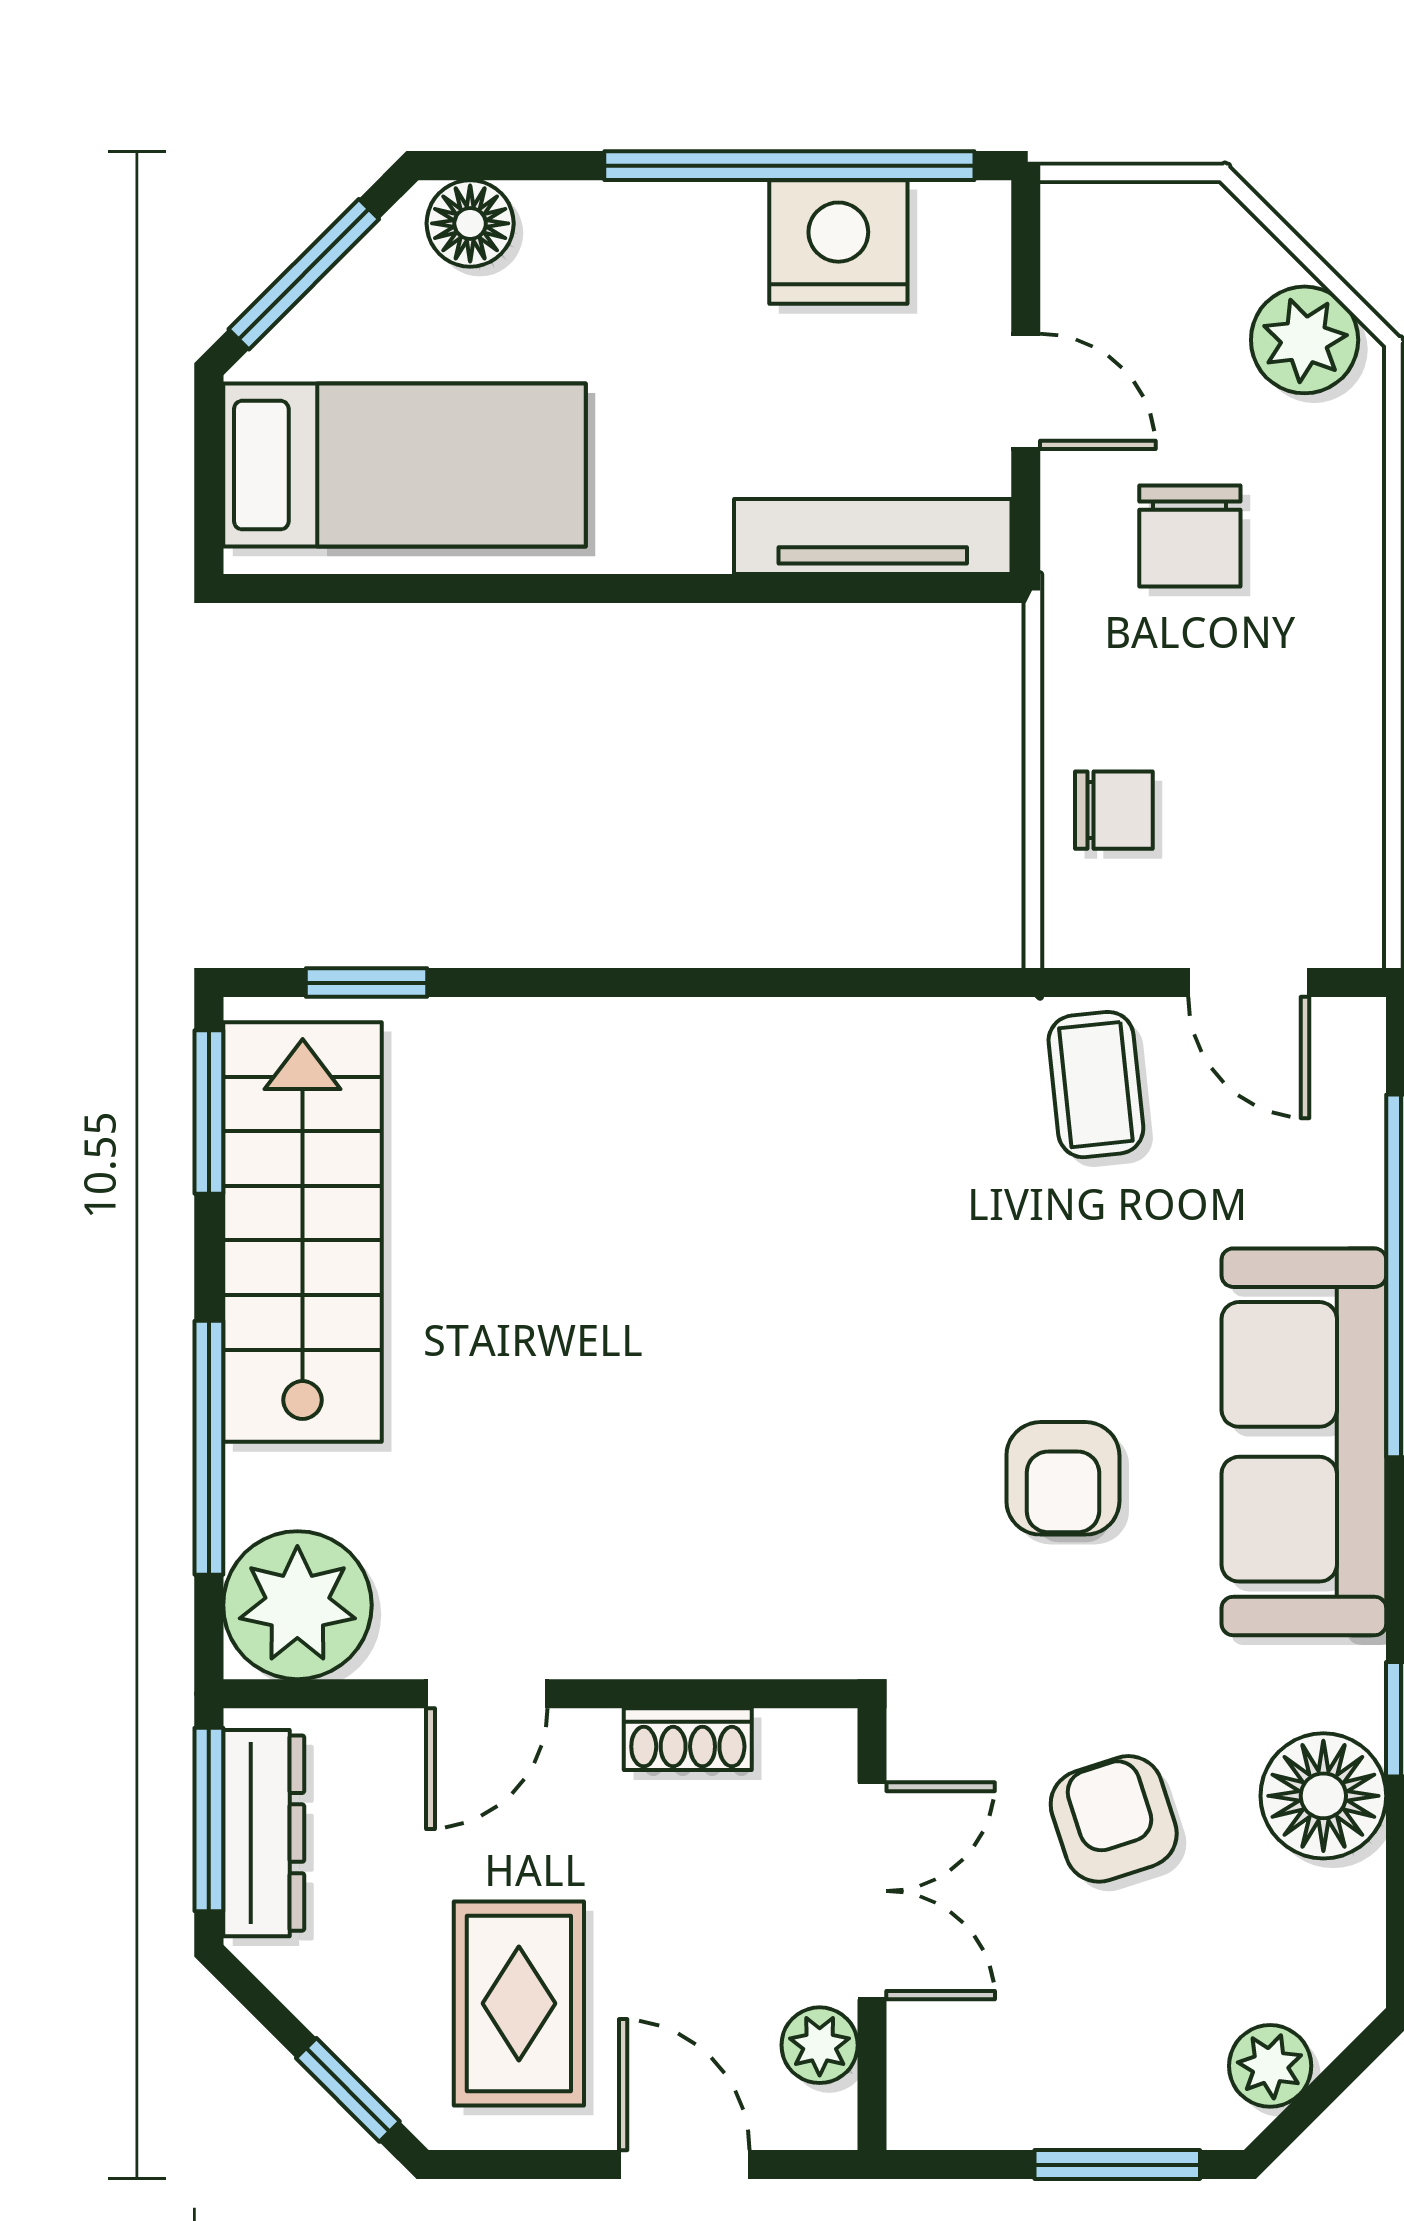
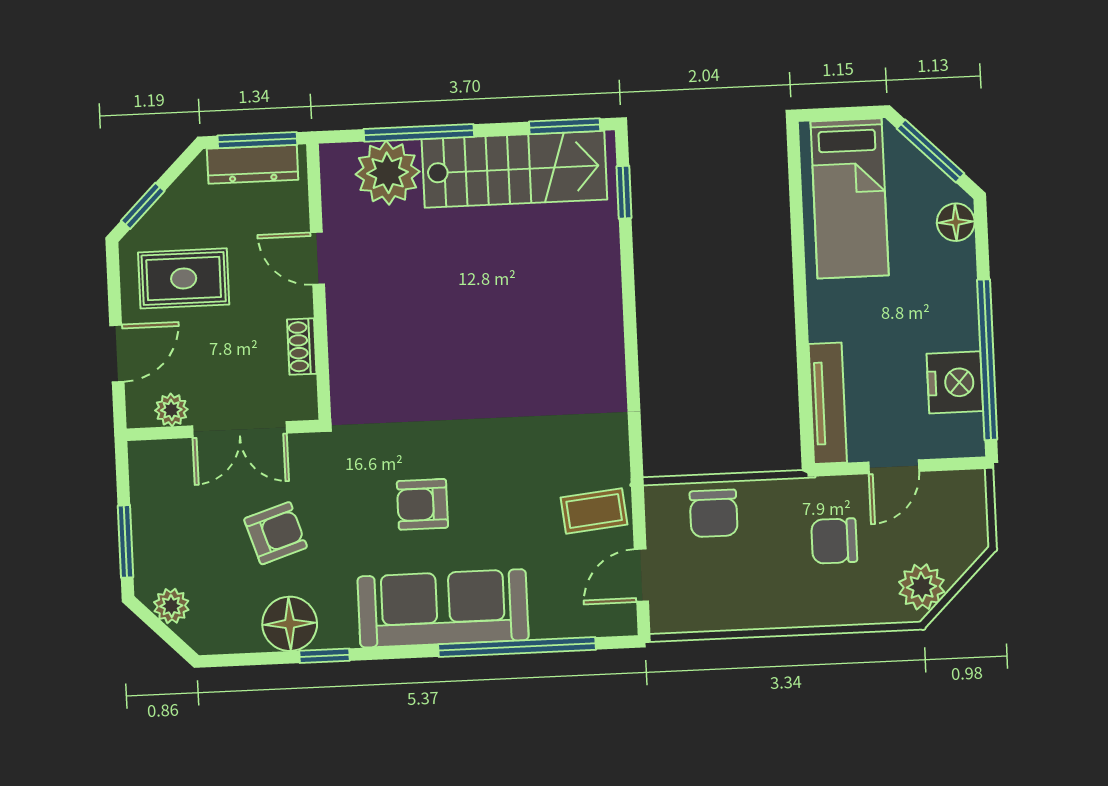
chair: (1114, 810) -> (714, 513), width x1.37, depth x1.37
plant: (297, 1605) -> (388, 173), moved

